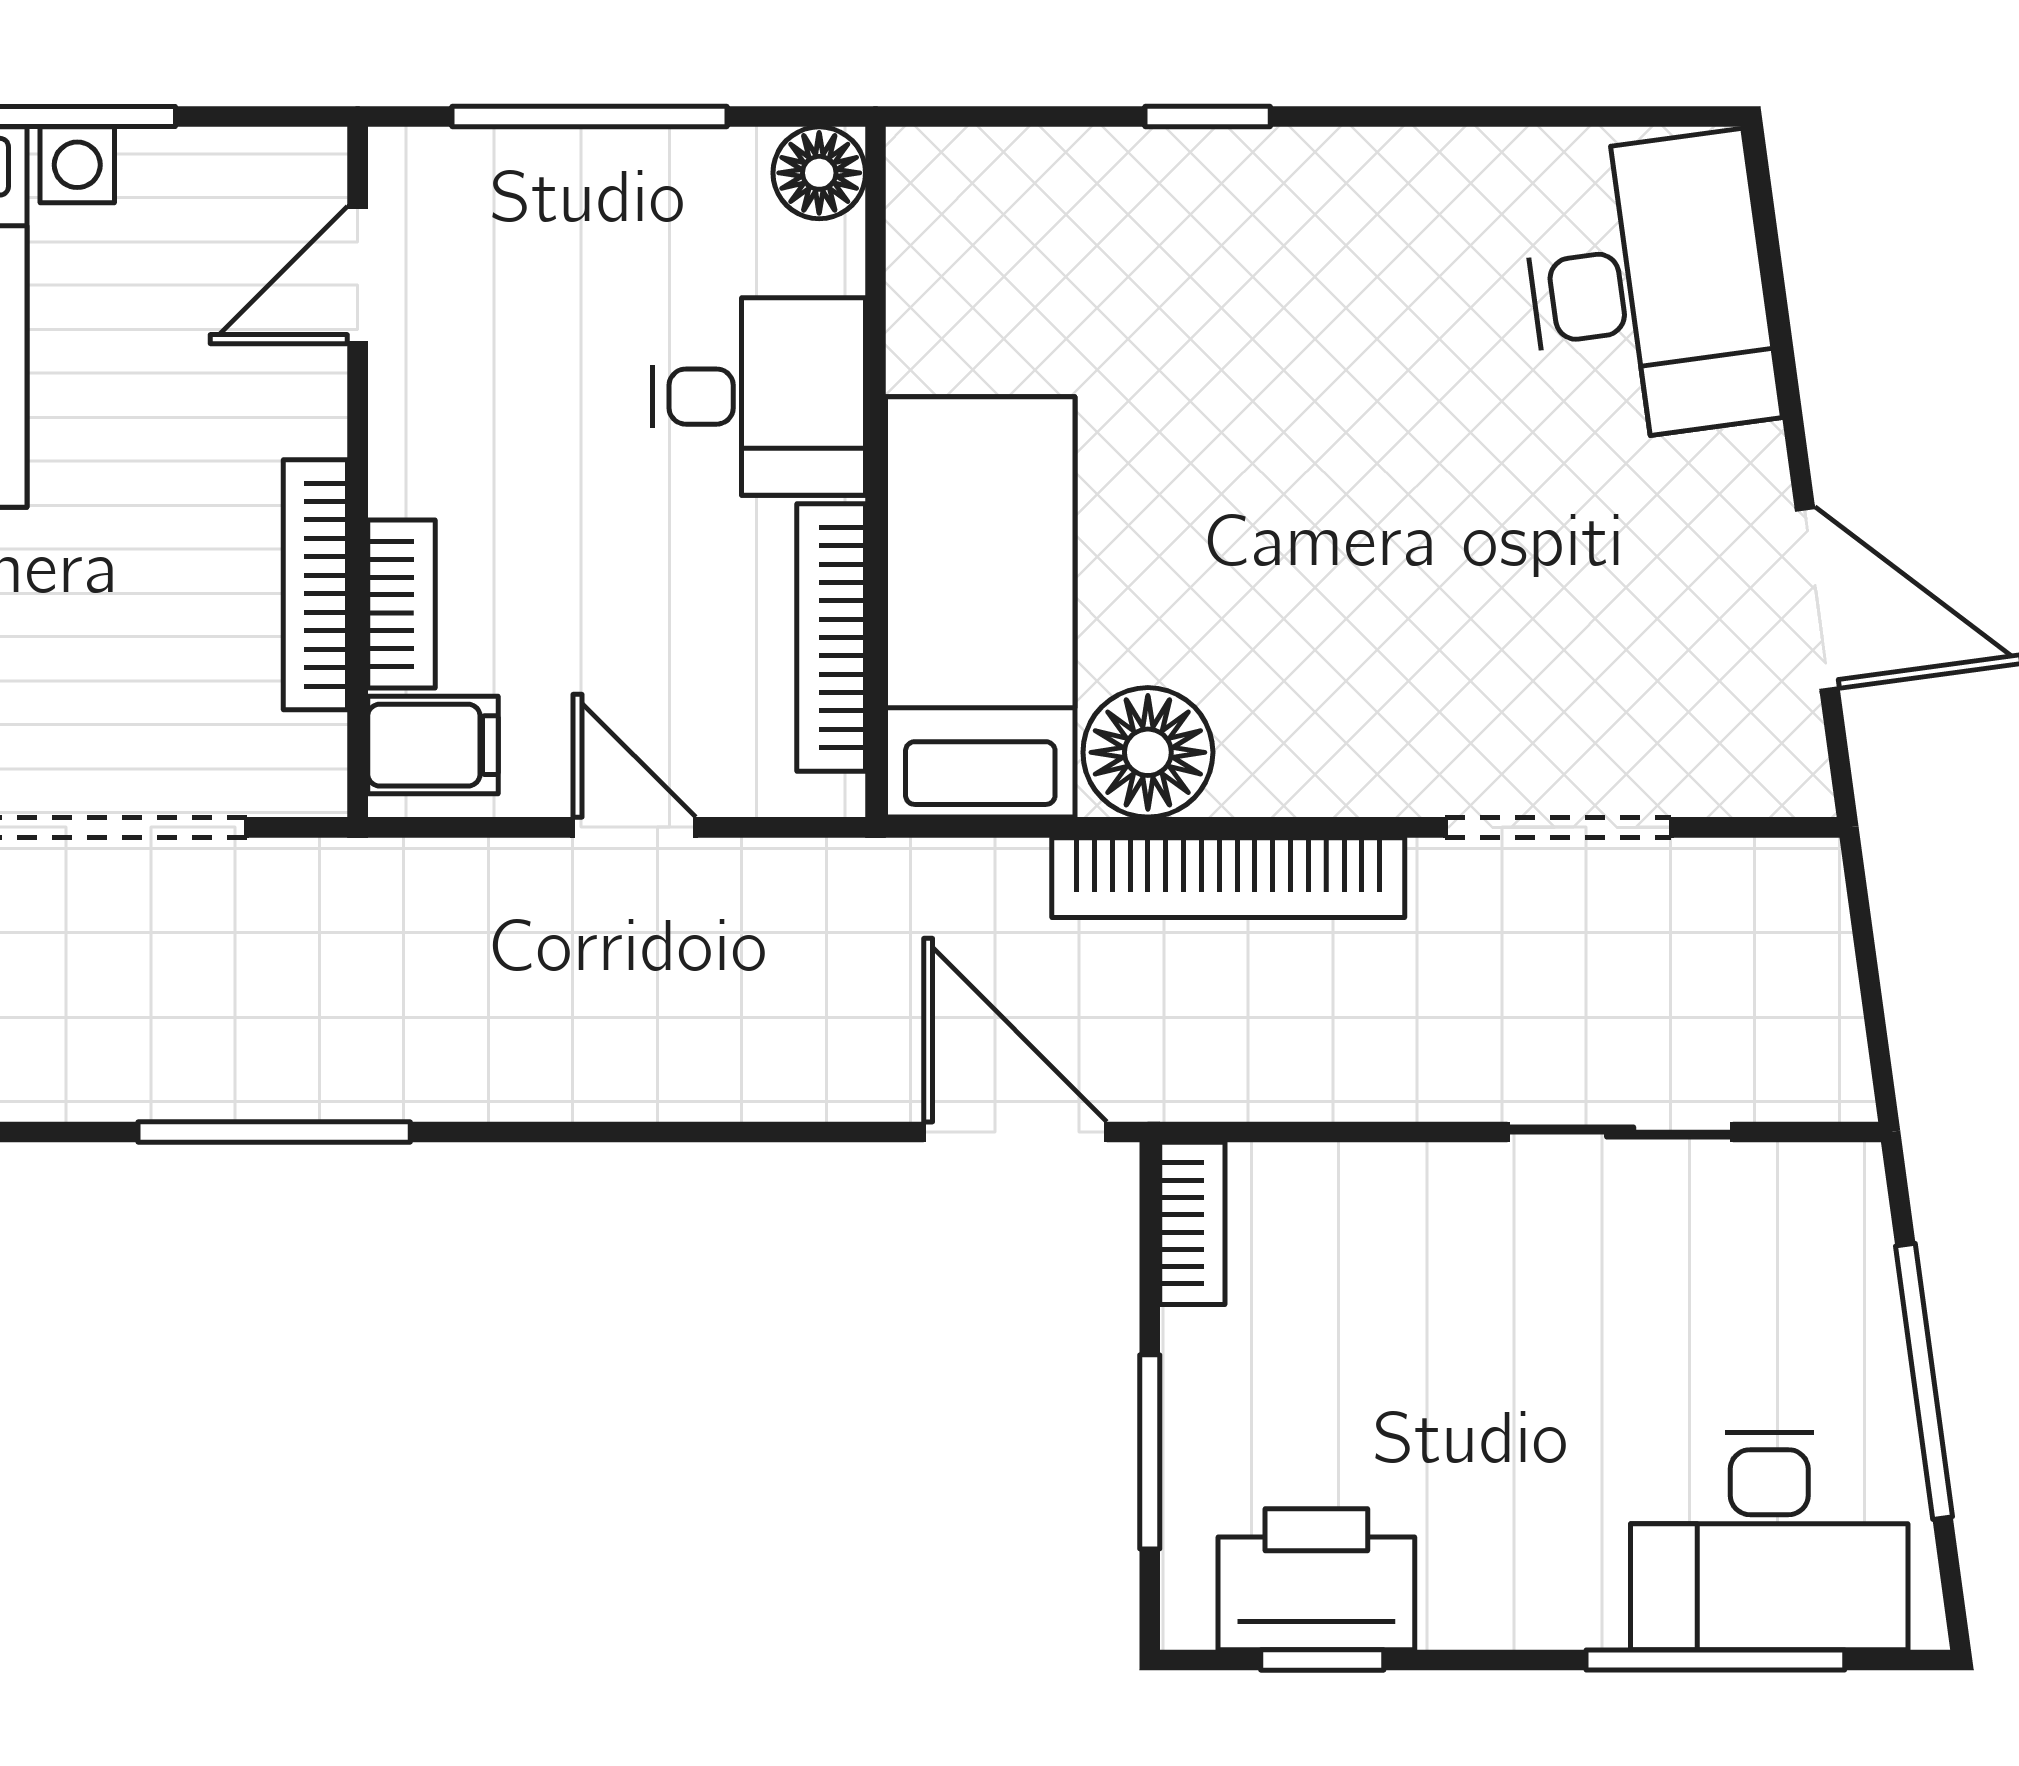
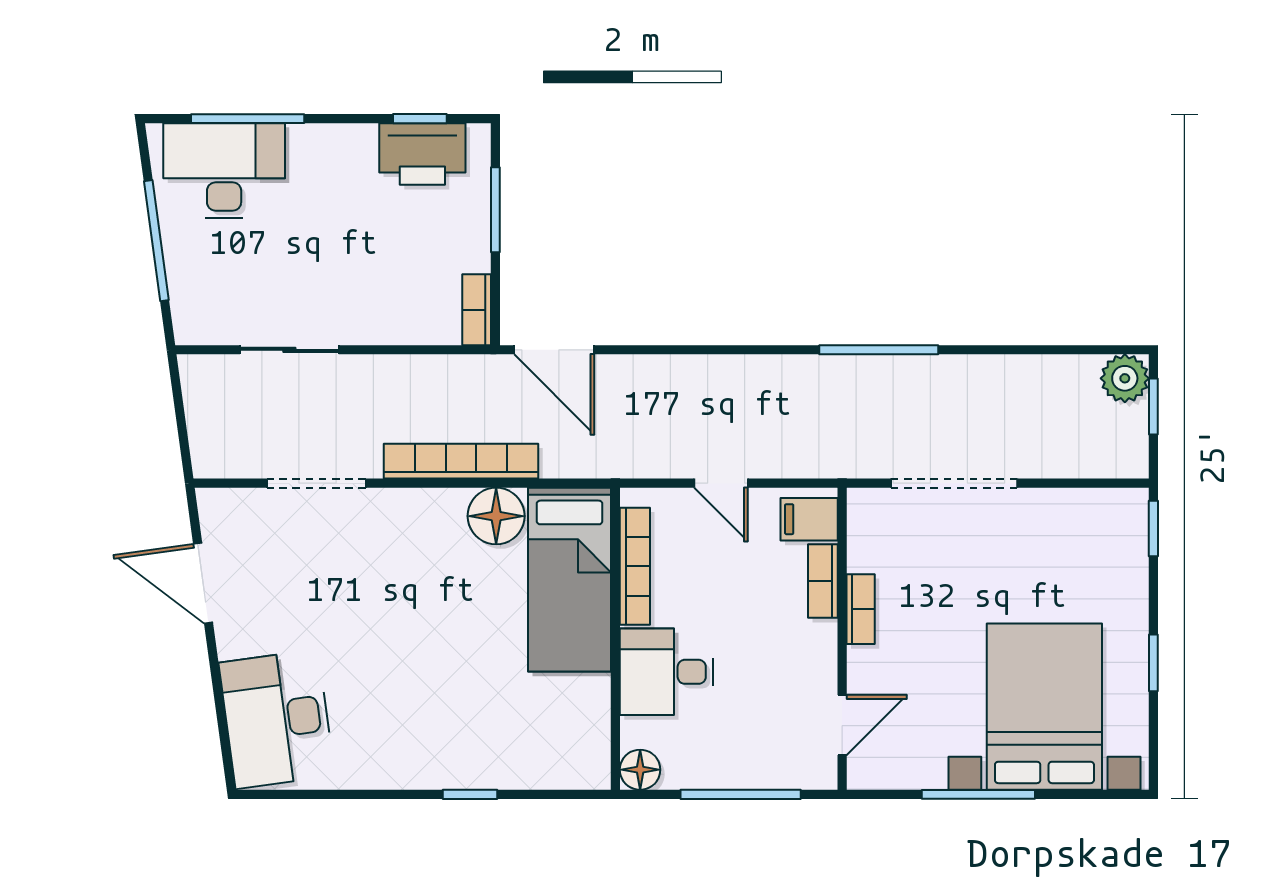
bookcase: (315, 585) -> (861, 609), width x0.64

